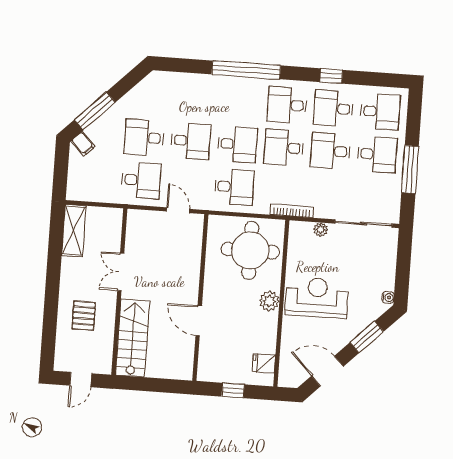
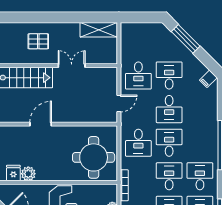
filing cabinet: (83, 144) -> (208, 79), moved
desk: (237, 144) -> (169, 143), turned 180
plant: (269, 301) -> (28, 174), moved

